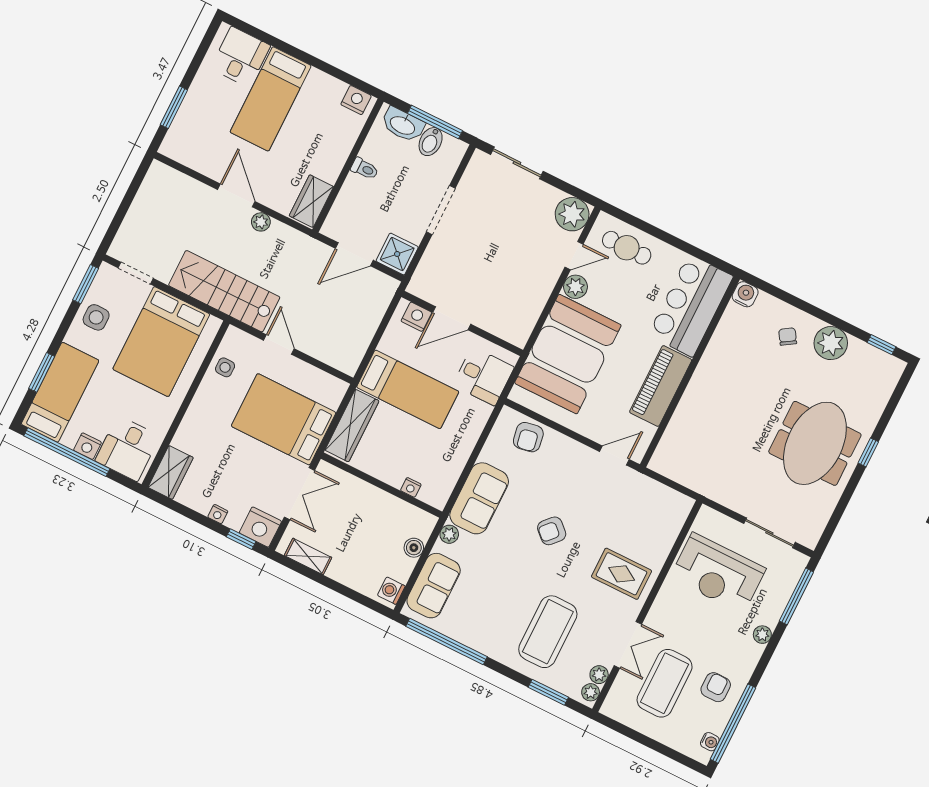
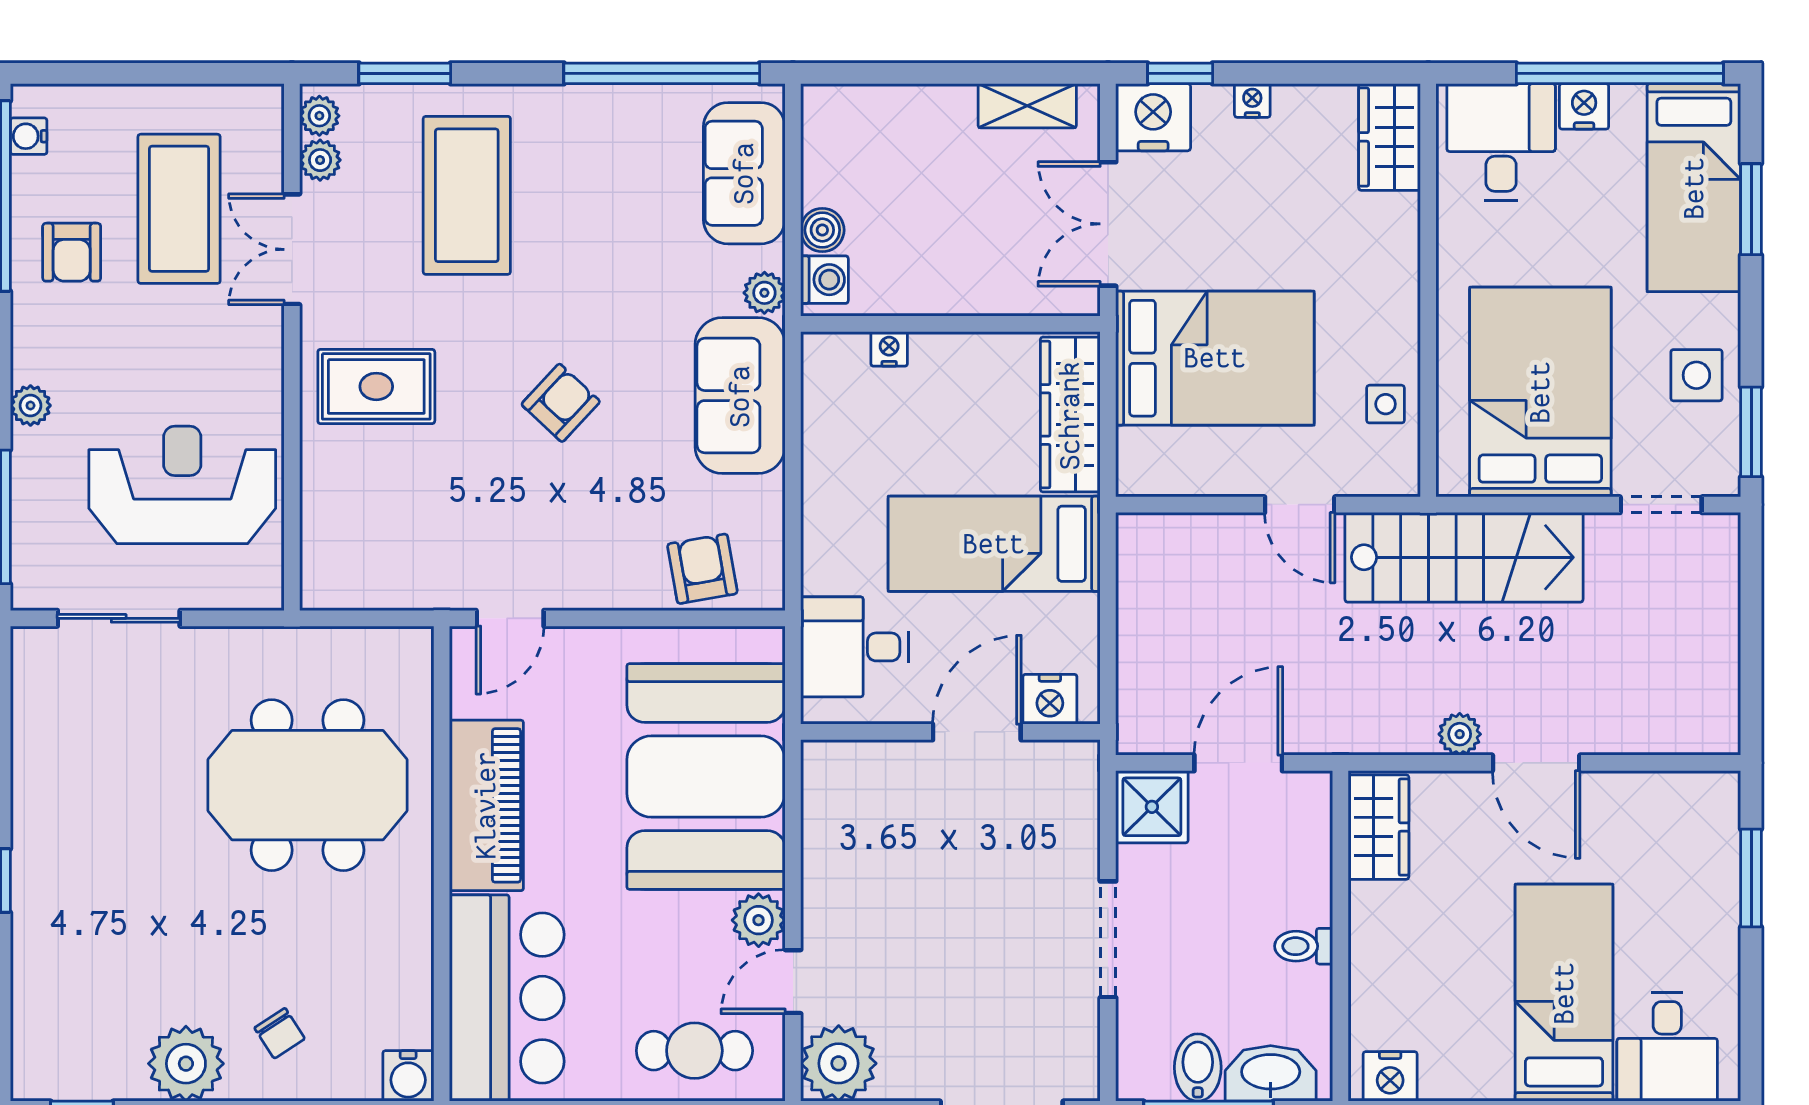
meeting table: (815, 443) -> (307, 785), moved, turned 90
washing machine: (391, 591) -> (824, 280), moved

